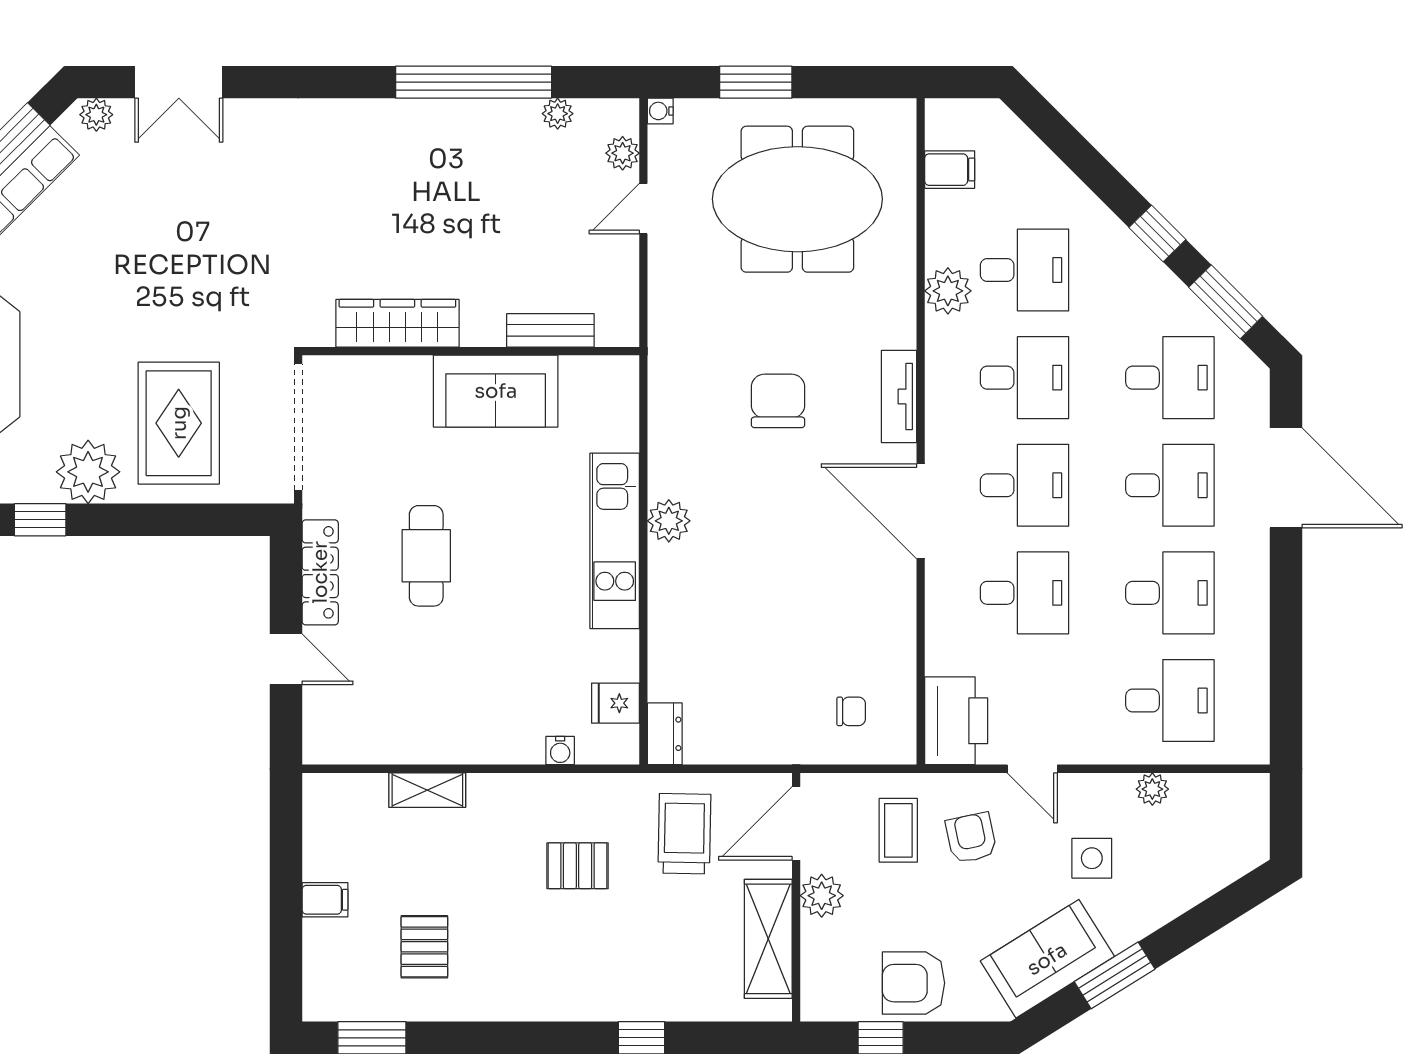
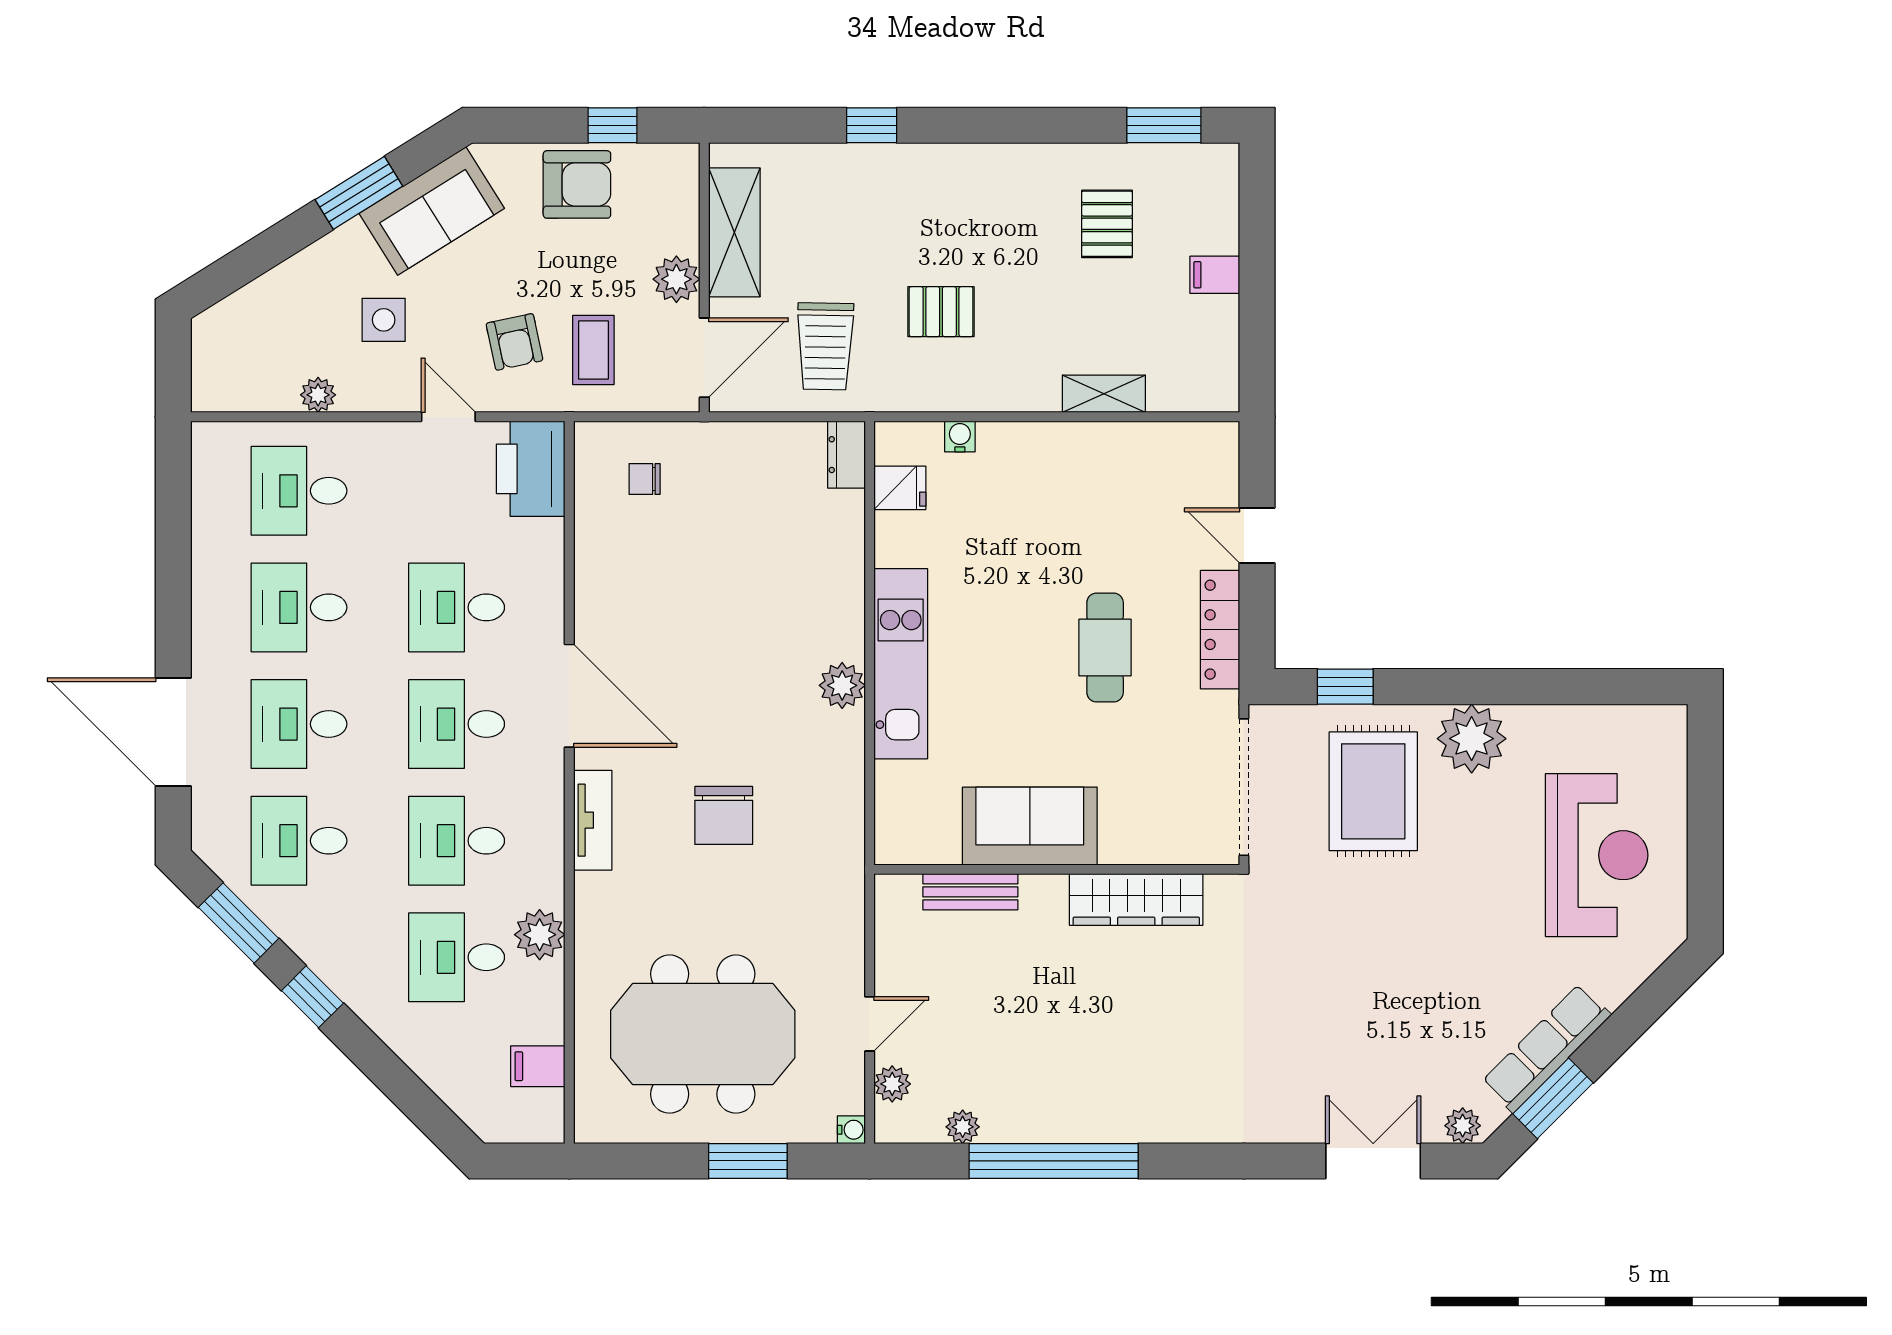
window: (40, 520) -> (1345, 687), moved

